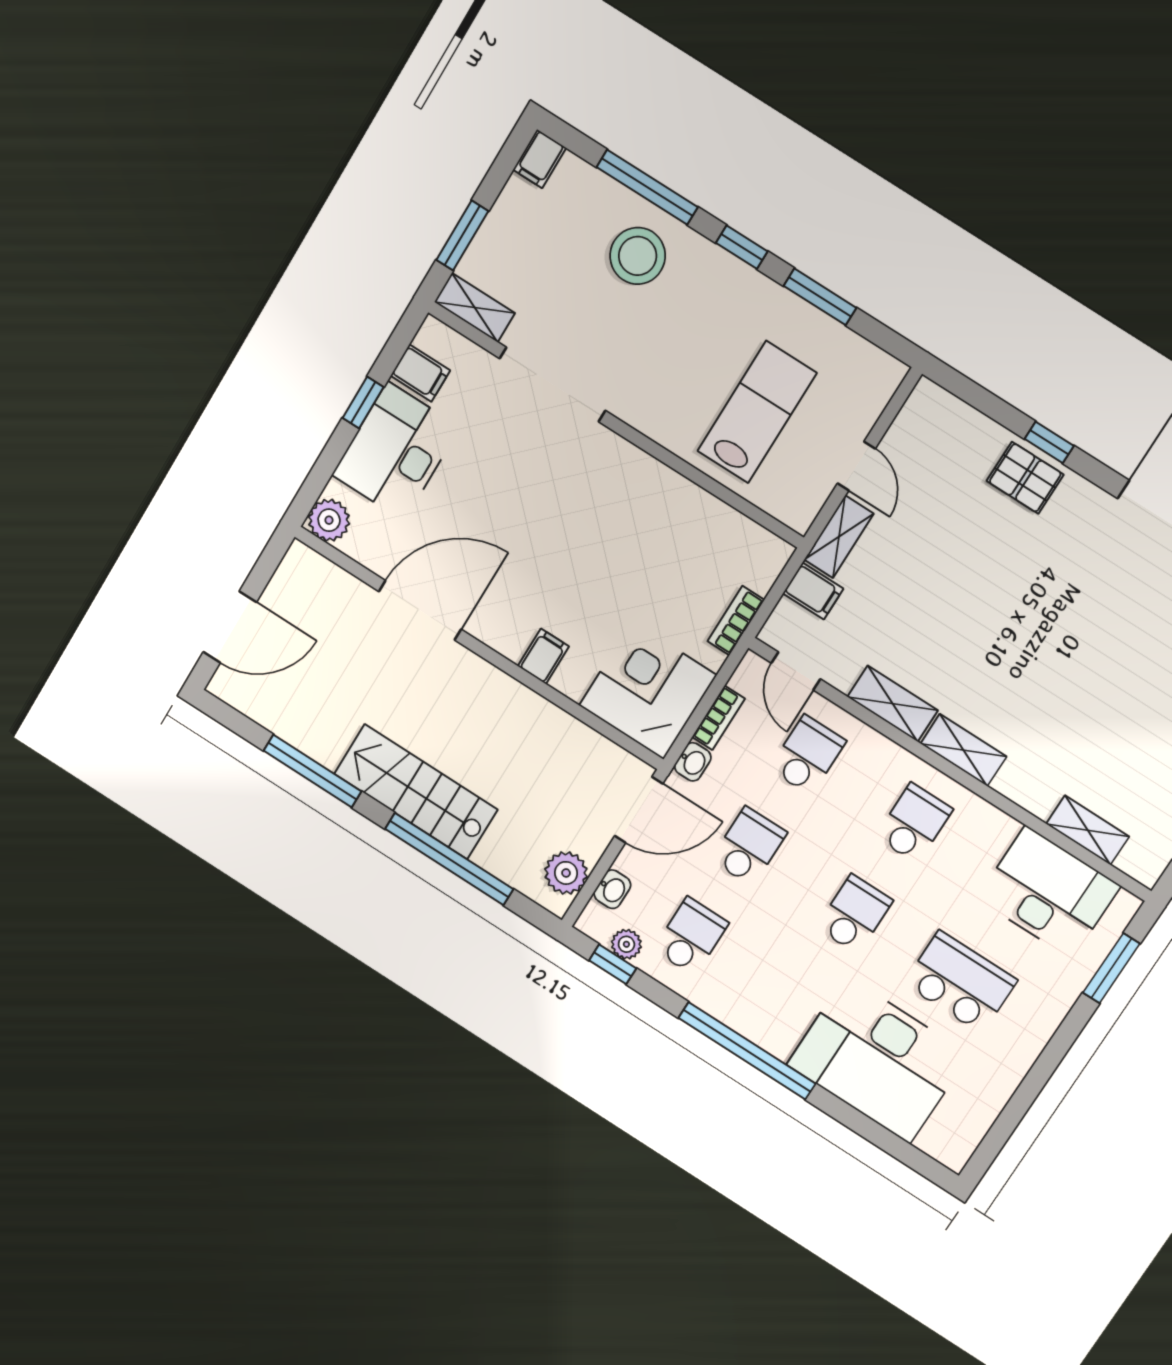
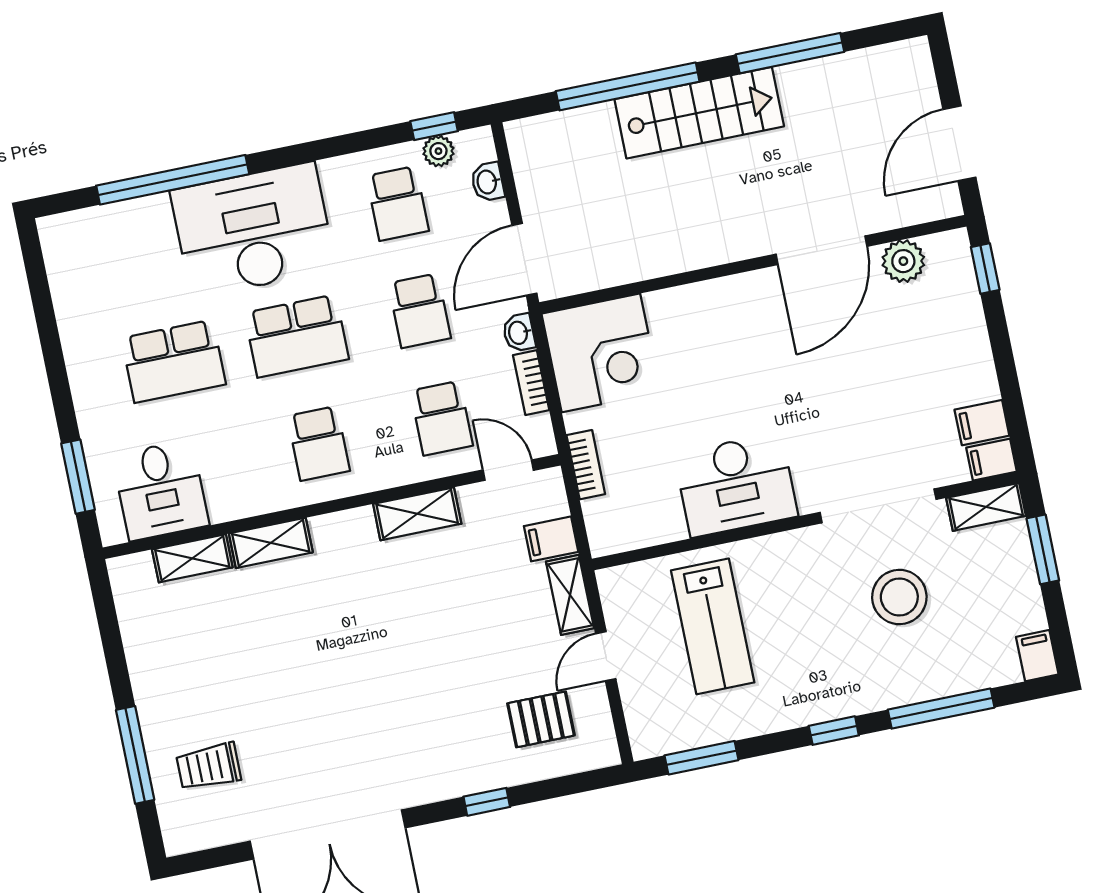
stool: (638, 256) -> (899, 597), moved
window: (820, 297) -> (702, 758), moved
window: (363, 402) -> (985, 269), moved
desk: (396, 451) -> (736, 485), moved, turned 90
door: (856, 466) -> (606, 656), hinge flipped
pallet: (1025, 478) -> (541, 719), moved
plant: (329, 520) -> (903, 261), moved
door: (230, 627) -> (959, 143), moved
filing cabinet: (543, 656) -> (992, 460), moved, turned 90
shelving: (963, 750) -> (271, 543), moved
plant: (566, 873) -> (533, 161), removed
desk: (1049, 892) -> (161, 490), width x0.73
school desk: (855, 914) -> (297, 336), width x1.85
window: (747, 1051) -> (173, 180), moved
desk: (878, 1060) -> (253, 230), moved

